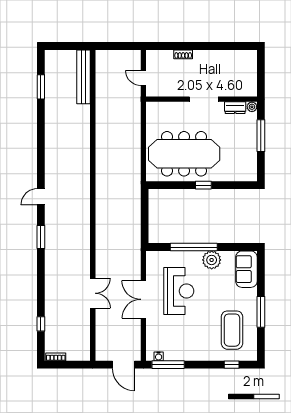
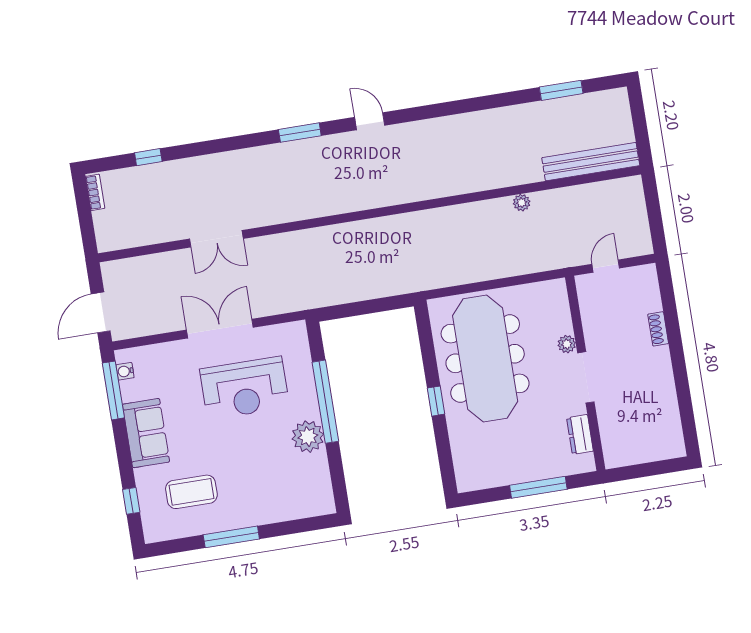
plant: (252, 107) -> (567, 344), moved
plant: (100, 119) -> (522, 203), added
sofa: (246, 269) -> (146, 433), moved, turned 90
coffee table: (232, 330) -> (191, 492), width x0.73, depth x0.76

